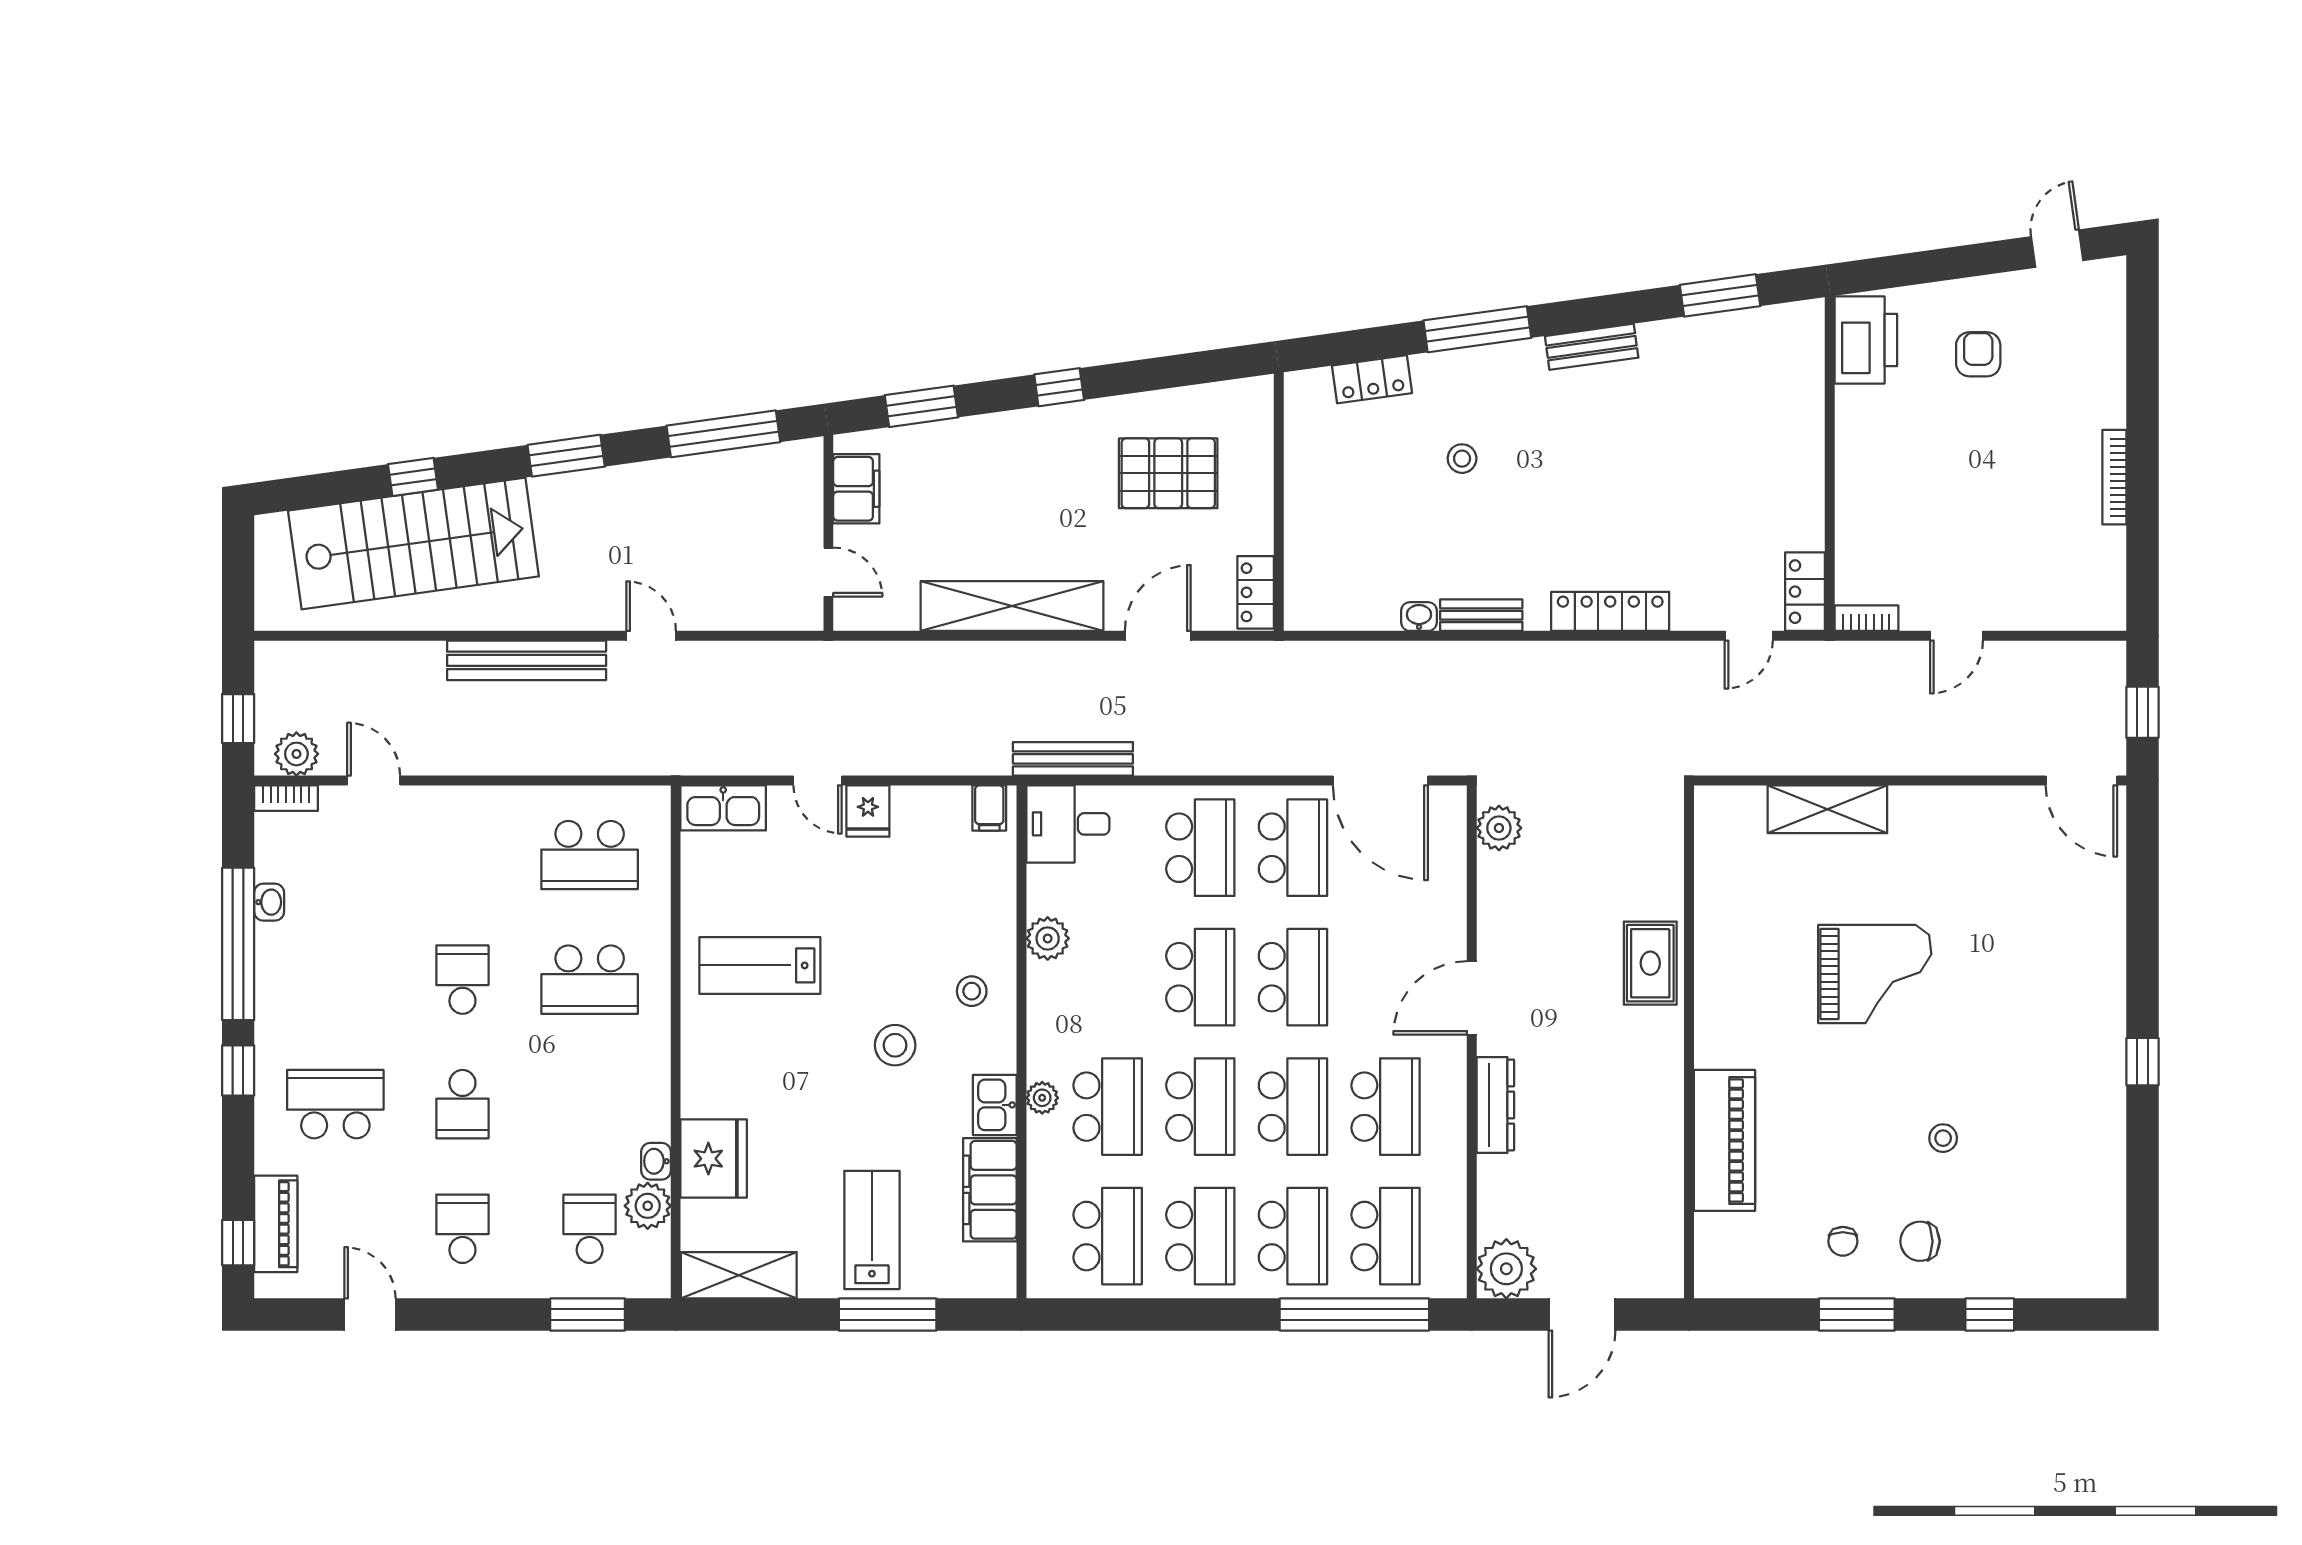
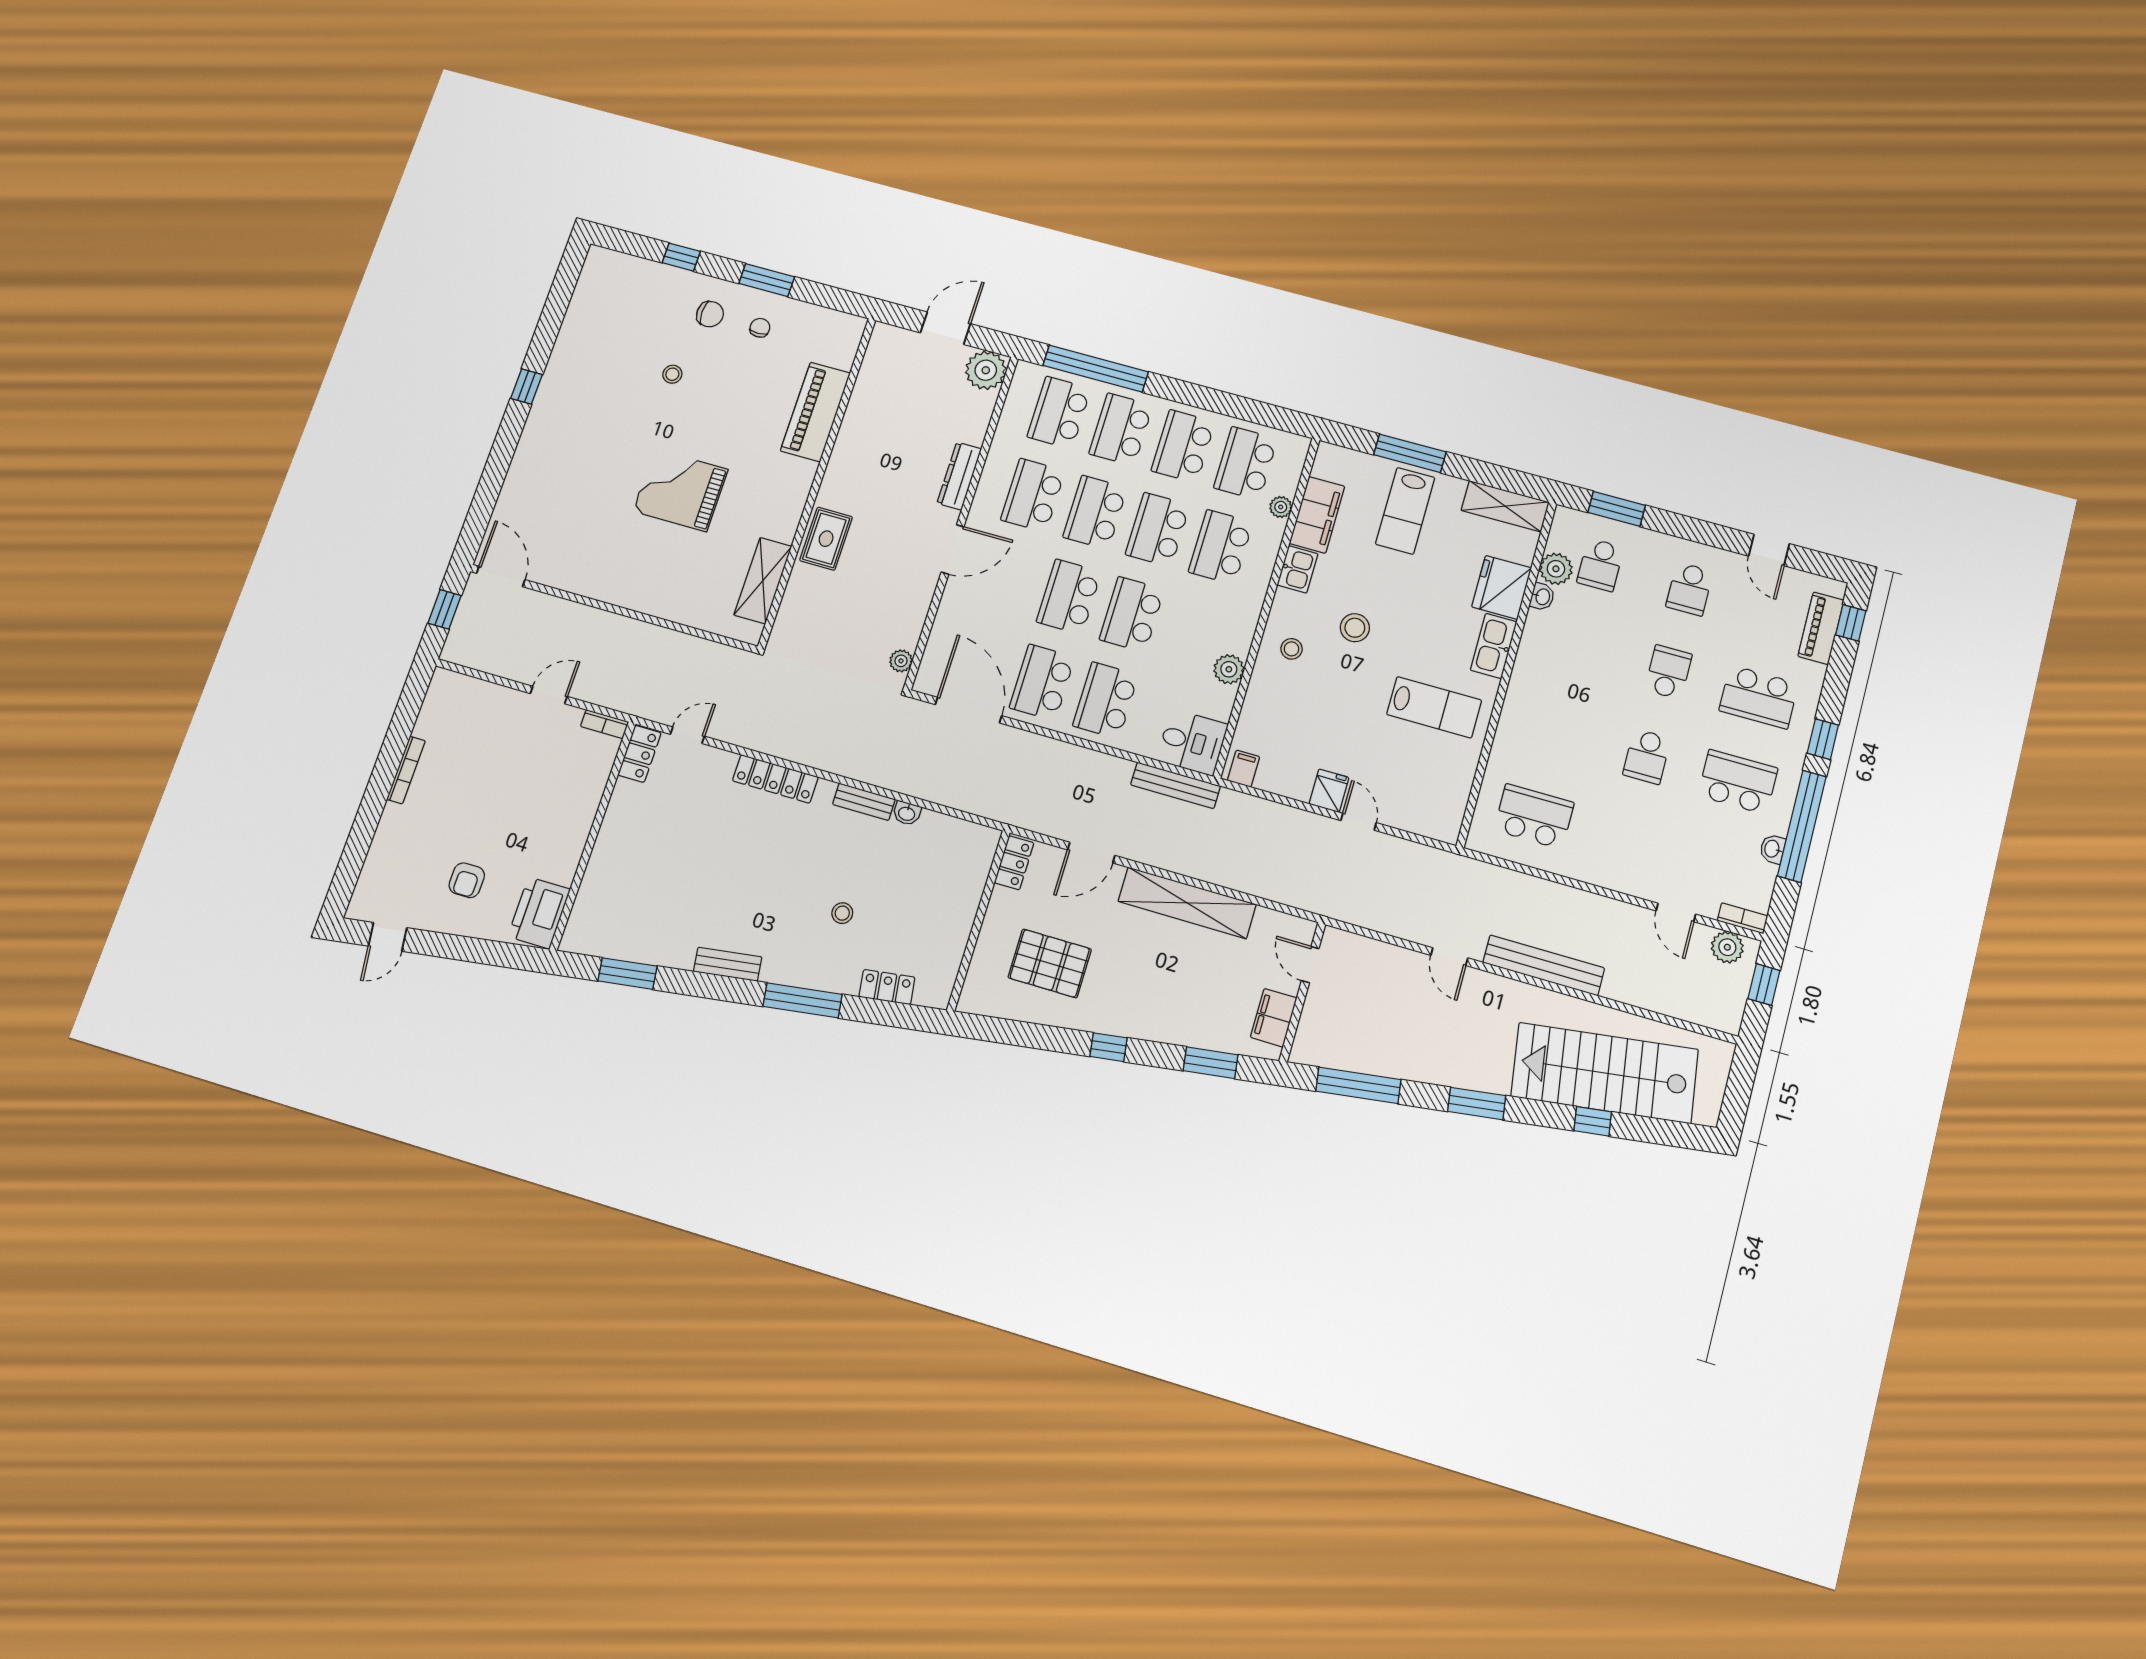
kitchen sink: (723, 808) -> (1494, 646), moved, turned -90
shelving: (1827, 809) -> (763, 581), moved, turned 90
plant: (1499, 828) -> (901, 661), width x0.73, depth x0.73
school desk: (590, 980) -> (1738, 782), moved
plant: (1042, 1098) -> (1281, 507), moved

